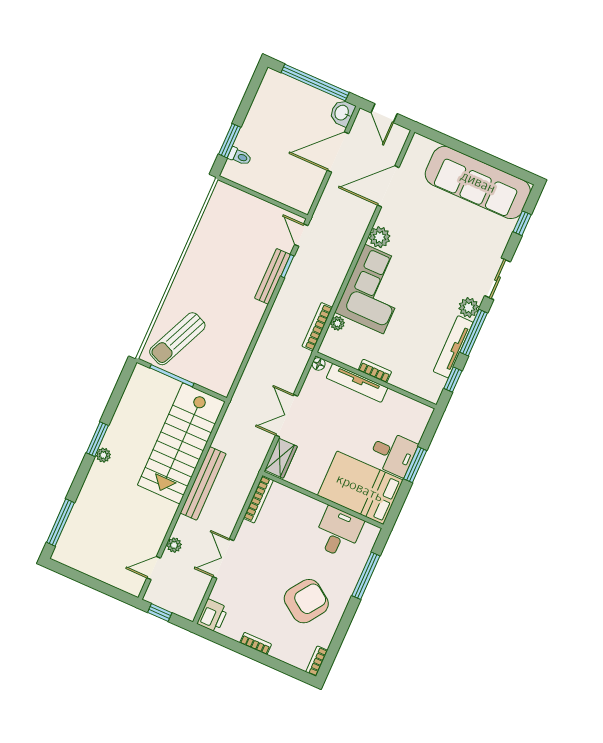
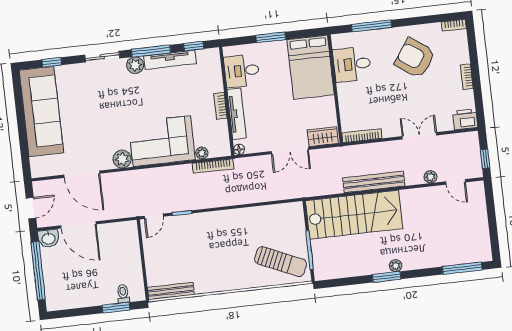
bench: (272, 276) -> (171, 291), moved
desk: (393, 453) -> (242, 71), moved, turned -90
double door: (223, 559) -> (419, 136), swing flipped

